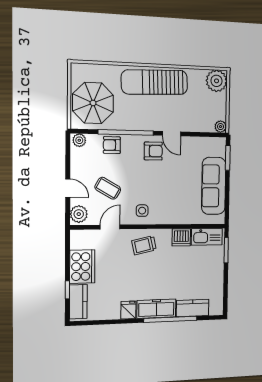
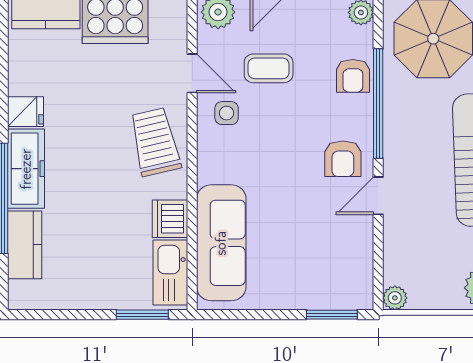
armchair: (112, 145) -> (353, 76), turned 180
sofa: (214, 186) -> (221, 243), moved, turned 90
coffee table: (108, 188) -> (269, 68), turned 60
side table: (142, 211) -> (227, 113), moved
trolley: (144, 245) -> (155, 142), width x1.36, depth x1.39

